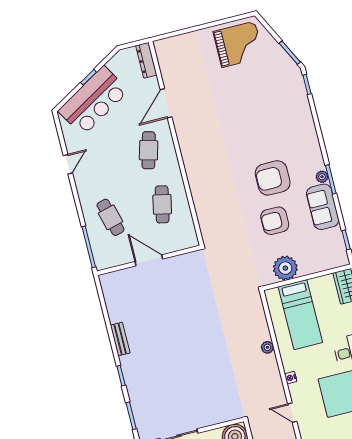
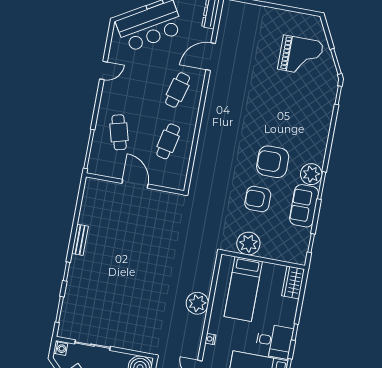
grand piano: (238, 44) -> (301, 56), moved
plant: (322, 177) -> (311, 174), width x1.88, depth x1.88
plant: (267, 347) -> (197, 303), width x1.88, depth x1.88

